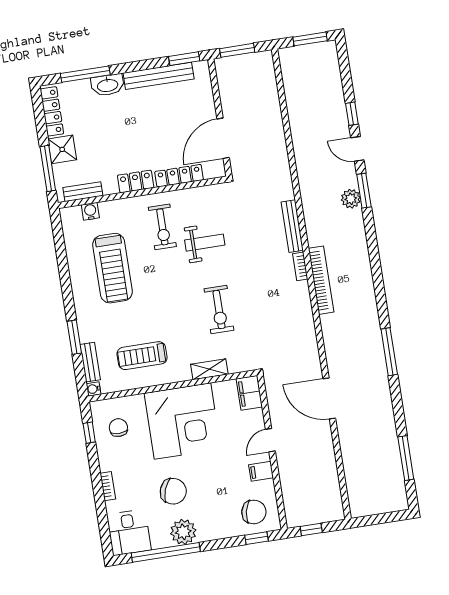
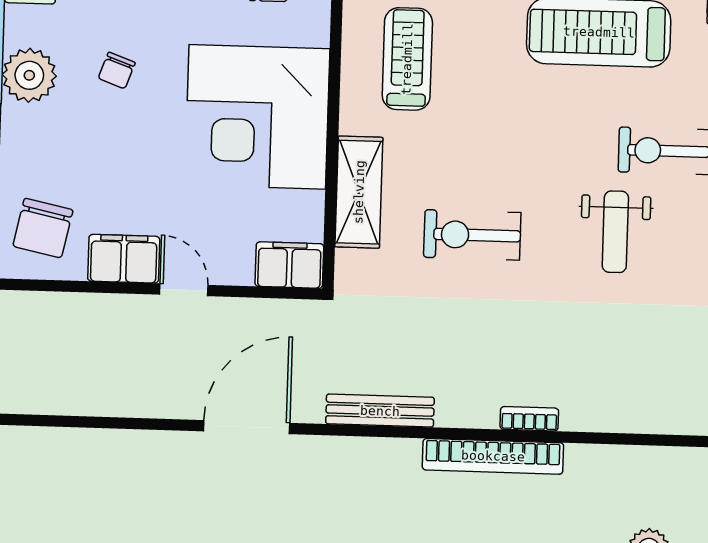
bench: (292, 226) -> (380, 411), moved
shelving: (209, 369) -> (359, 192), width x1.50, depth x1.33
filing cabinet: (261, 471) -> (124, 259), width x2.00
chair: (173, 491) -> (117, 70), width x0.54, depth x0.54

